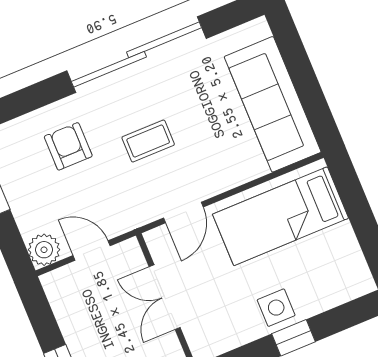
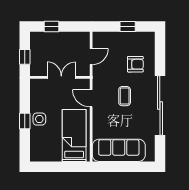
plant: (44, 250) -> (99, 38), removed

